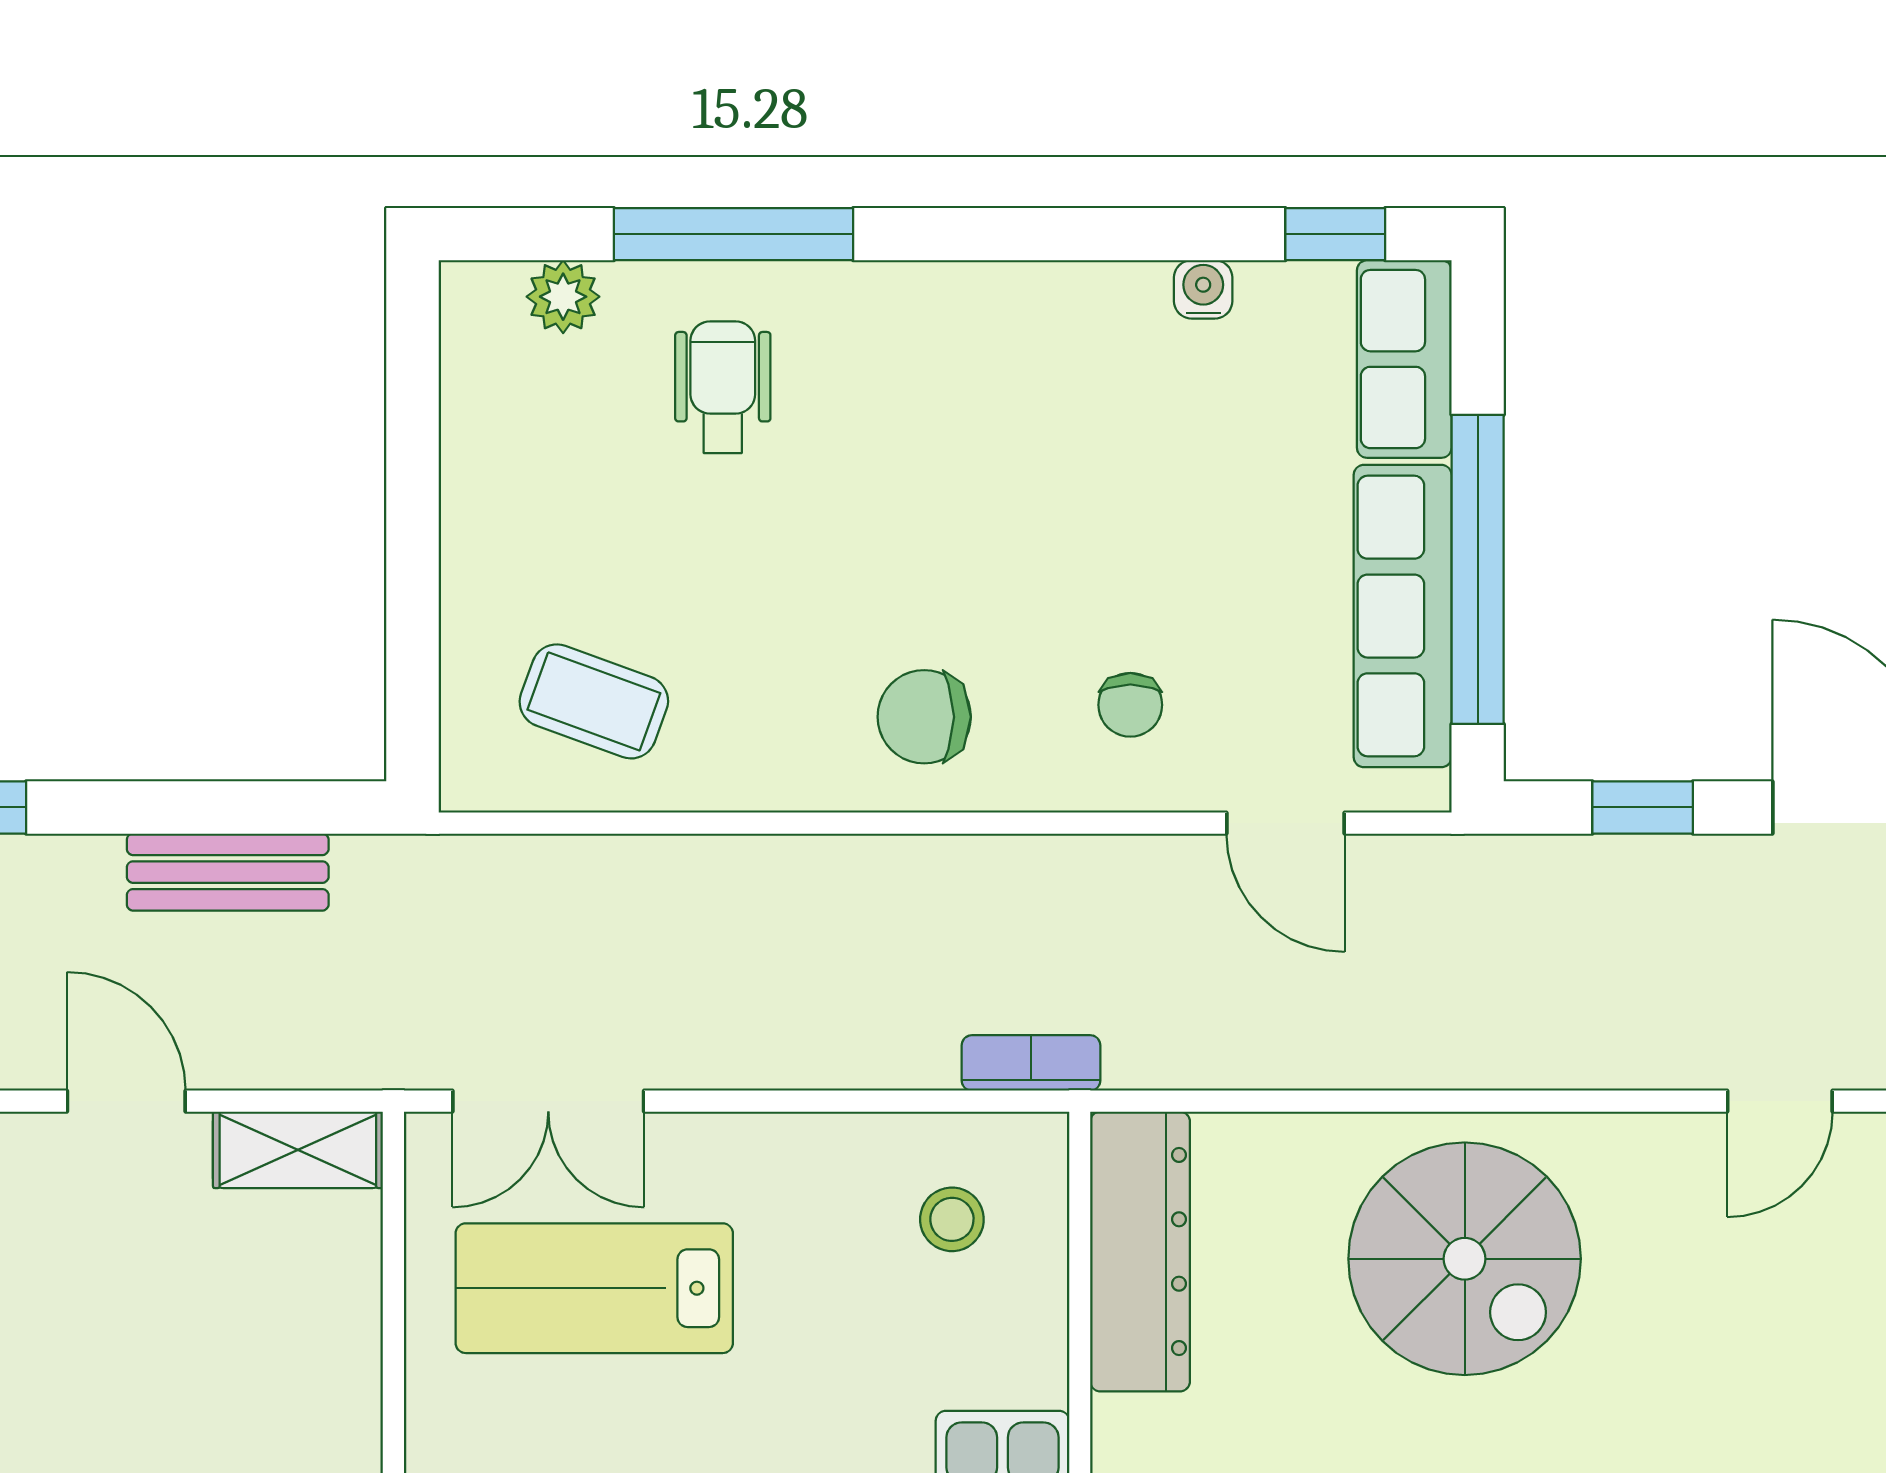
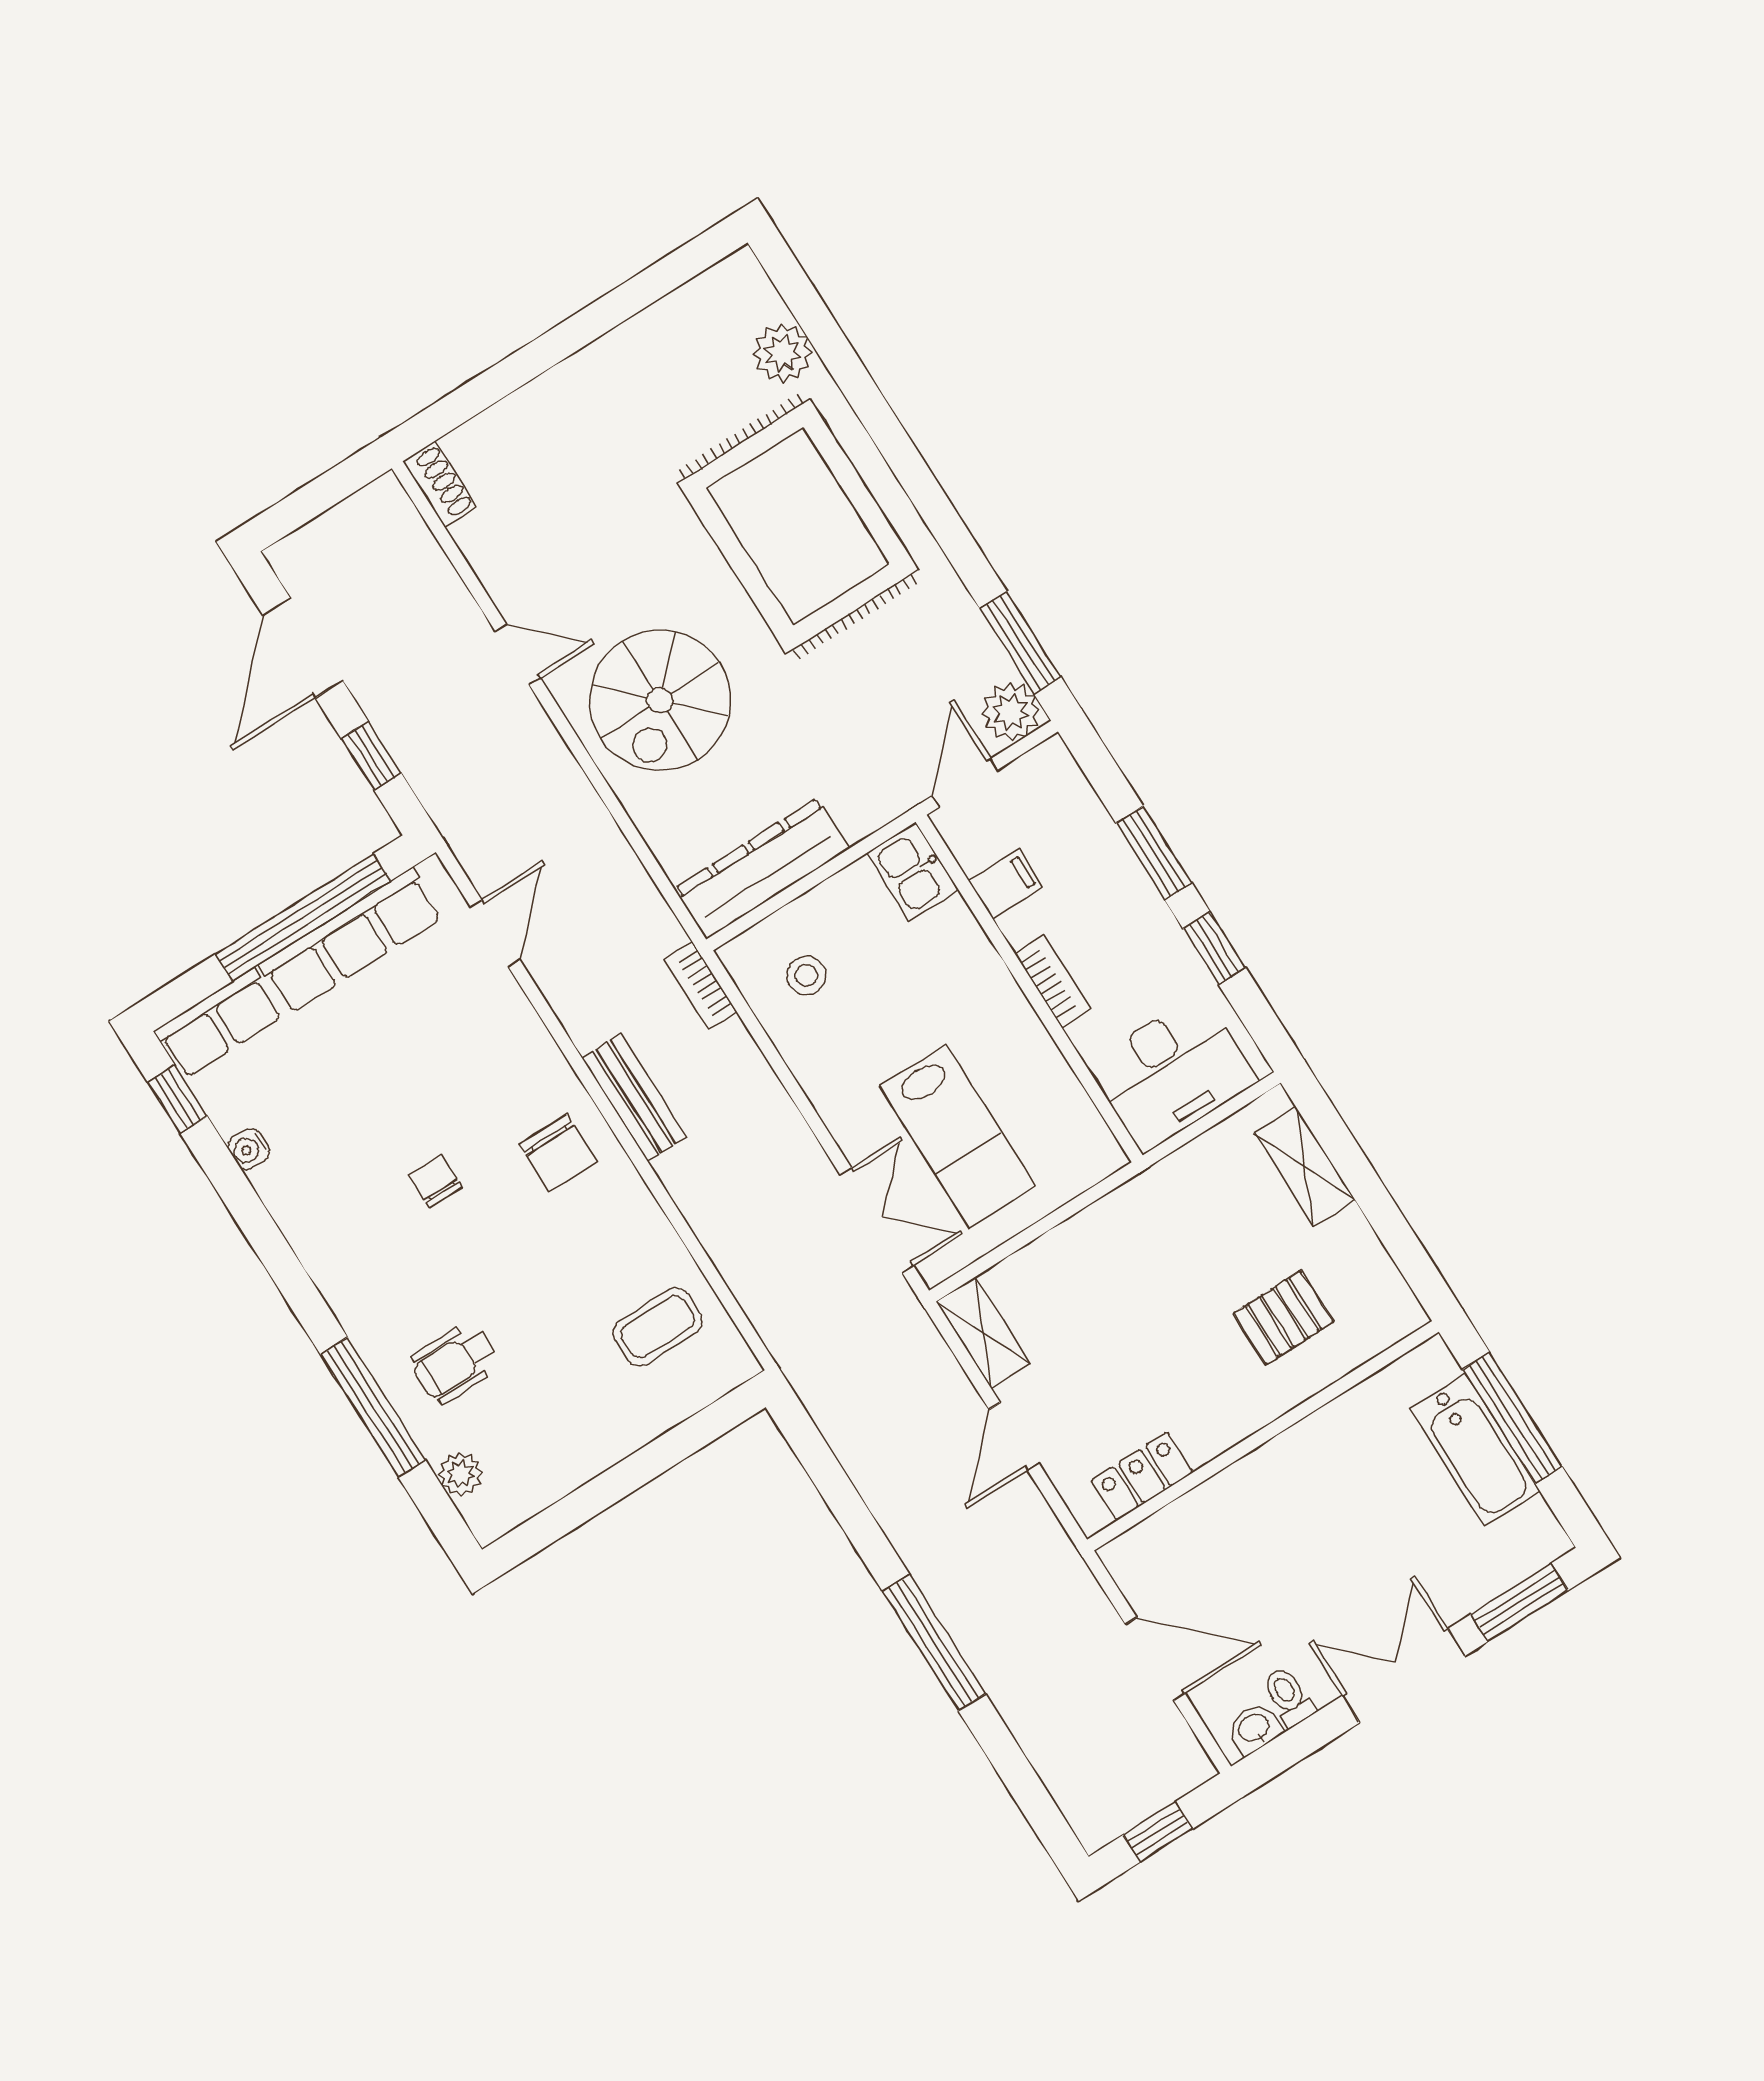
coffee table: (594, 701) -> (657, 1327), turned 70
chair: (1130, 705) -> (435, 1181), moved, turned -90
bench: (228, 872) -> (635, 1098), moved
door: (1780, 1101) -> (518, 655), moved
spiral stairs: (1465, 1259) -> (660, 700), turned 180

